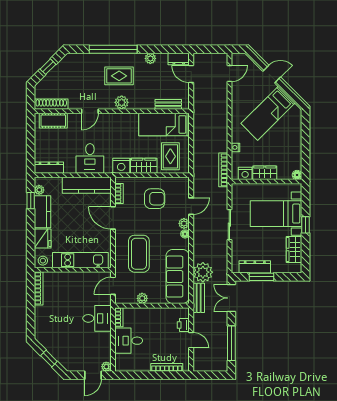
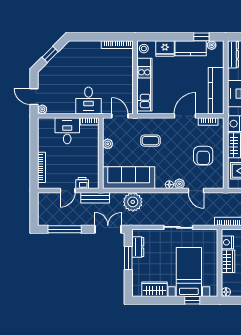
window: (306, 225) -> (192, 300), moved
coffee table: (139, 254) -> (150, 141), width x0.54, depth x0.58
dresser: (255, 267) -> (138, 247), width x0.70
bench: (199, 298) -> (95, 198), moved

